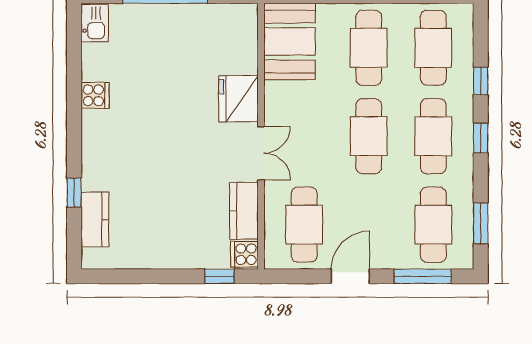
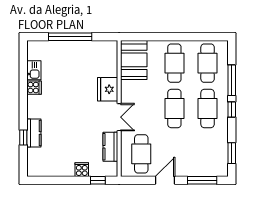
kitchen sink: (95, 23) -> (34, 70), moved
window: (481, 81) -> (232, 80), width x2.17
kitchen counter: (95, 219) -> (34, 133), moved
cafe table: (433, 225) -> (208, 154), removed
cooker: (244, 254) -> (82, 170), moved, turned 90

